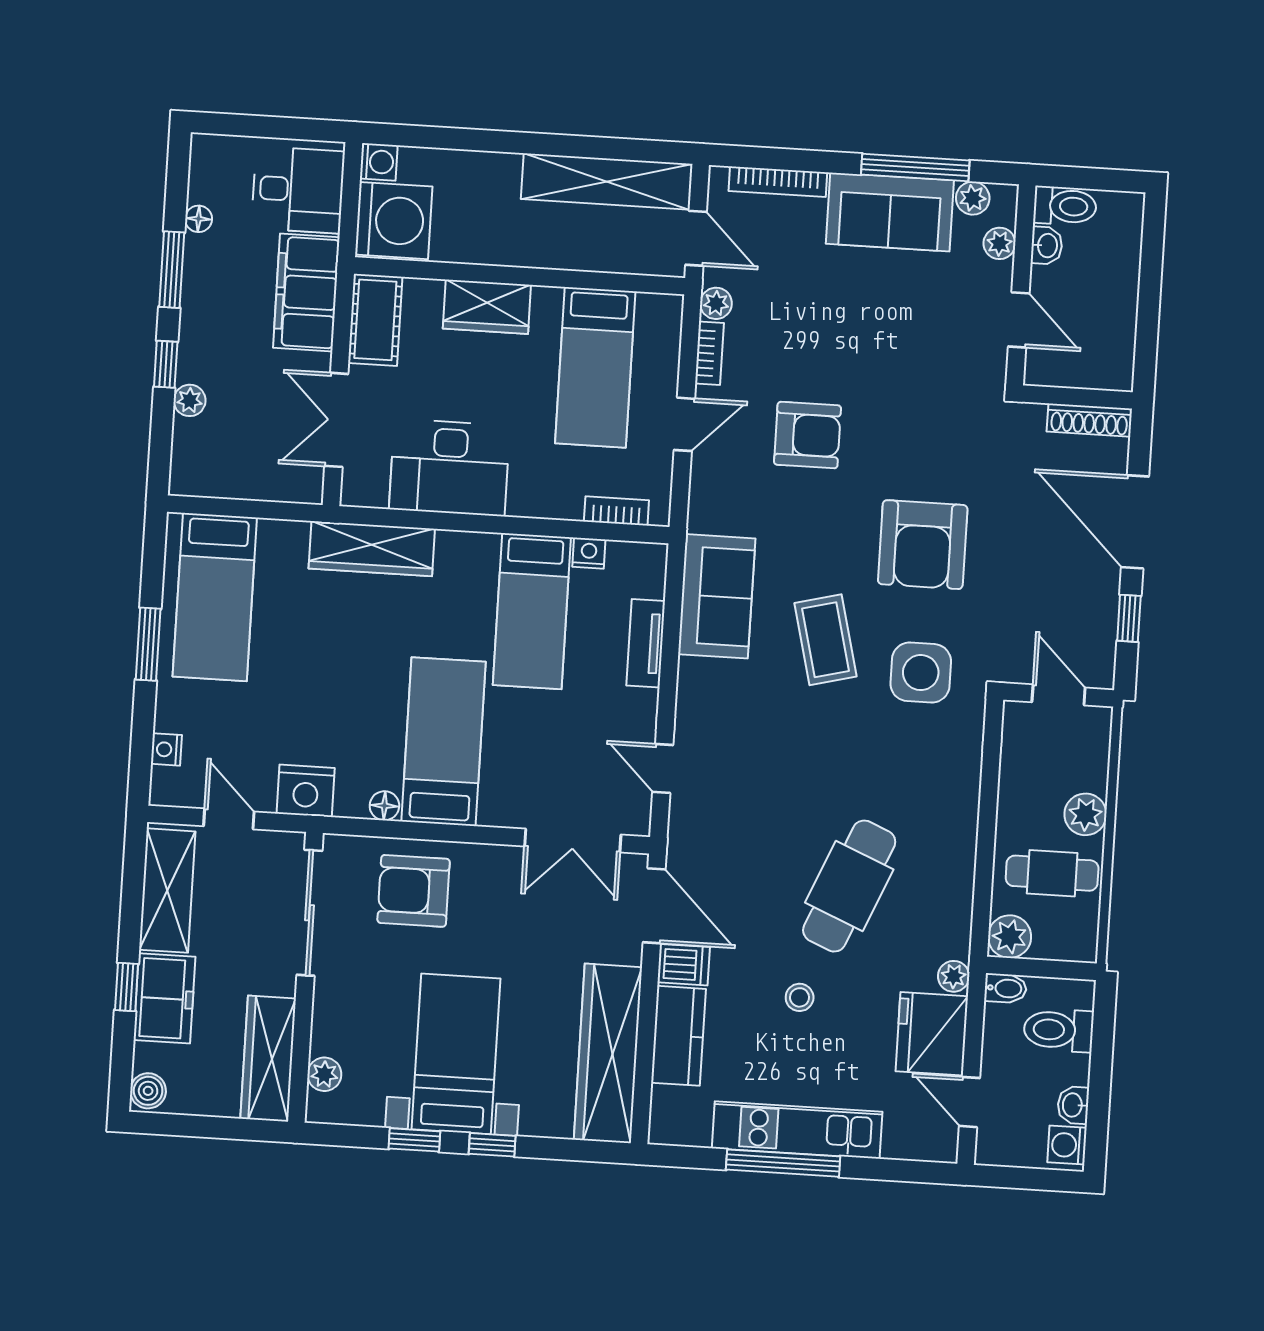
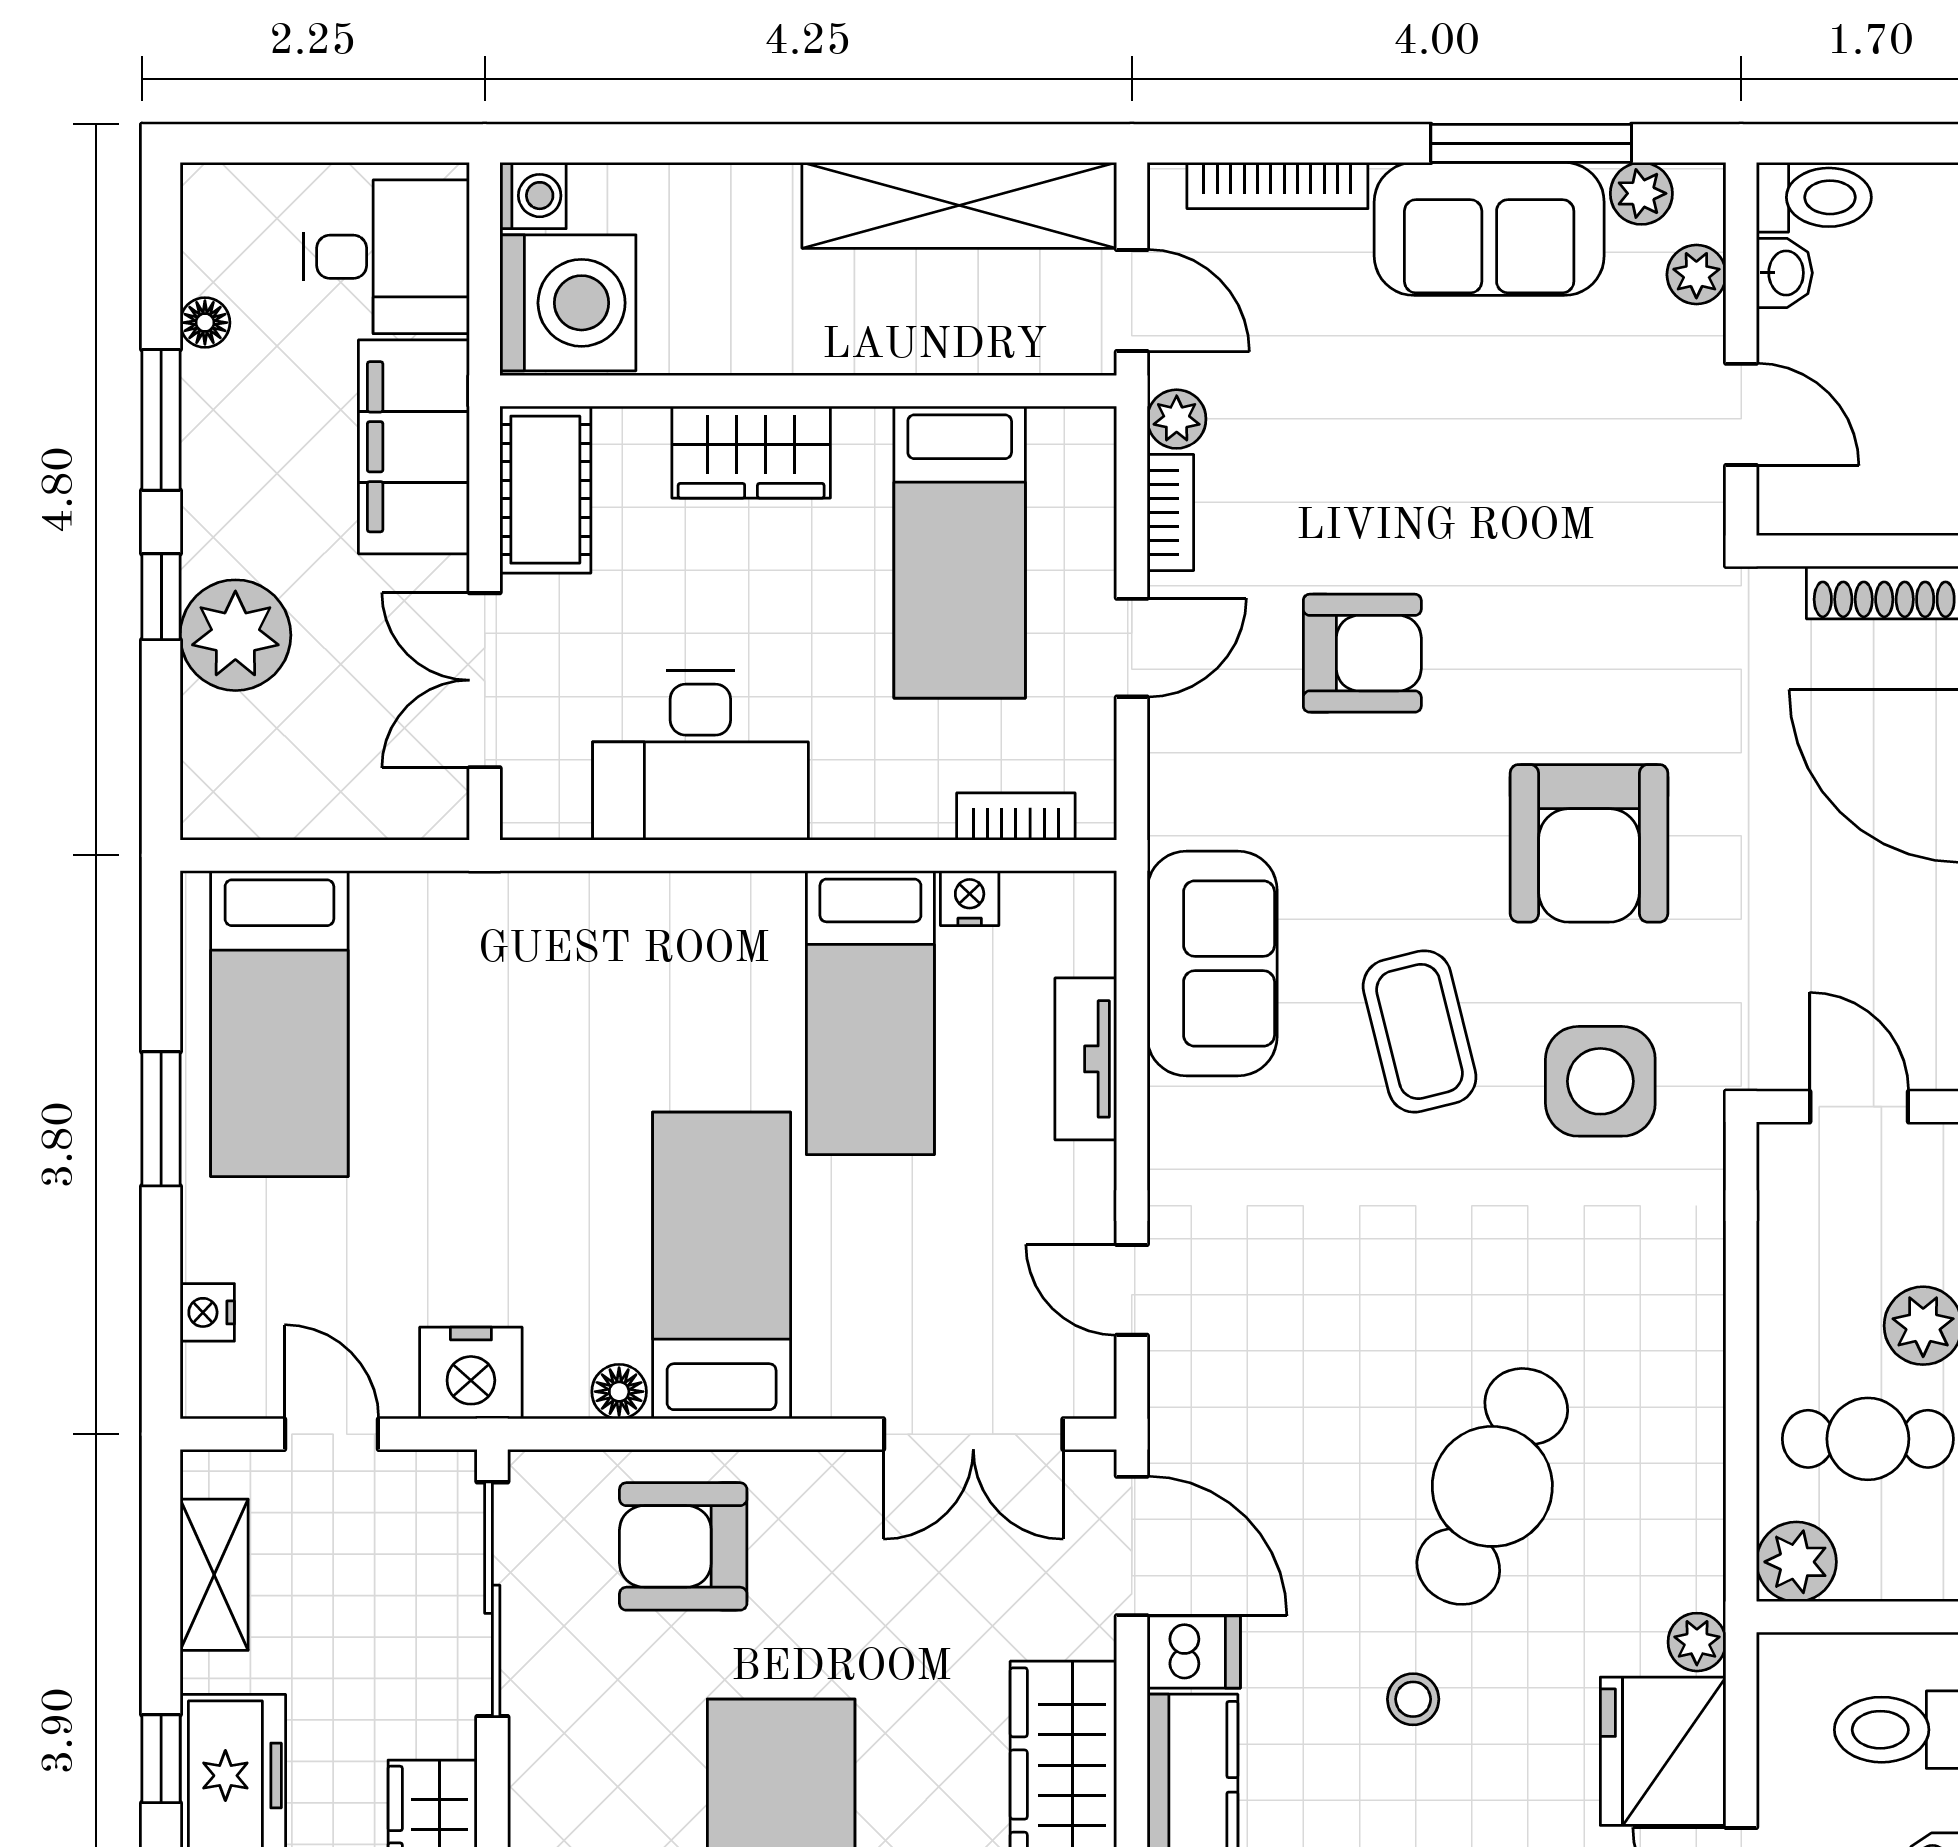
plant: (190, 400) -> (235, 635), width x1.87, depth x1.87
wardrobe: (372, 549) -> (565, 915), removed
shelving: (167, 891) -> (214, 1575), width x0.67, depth x0.75
bidet: (1006, 988) -> (1795, 1658), removed

